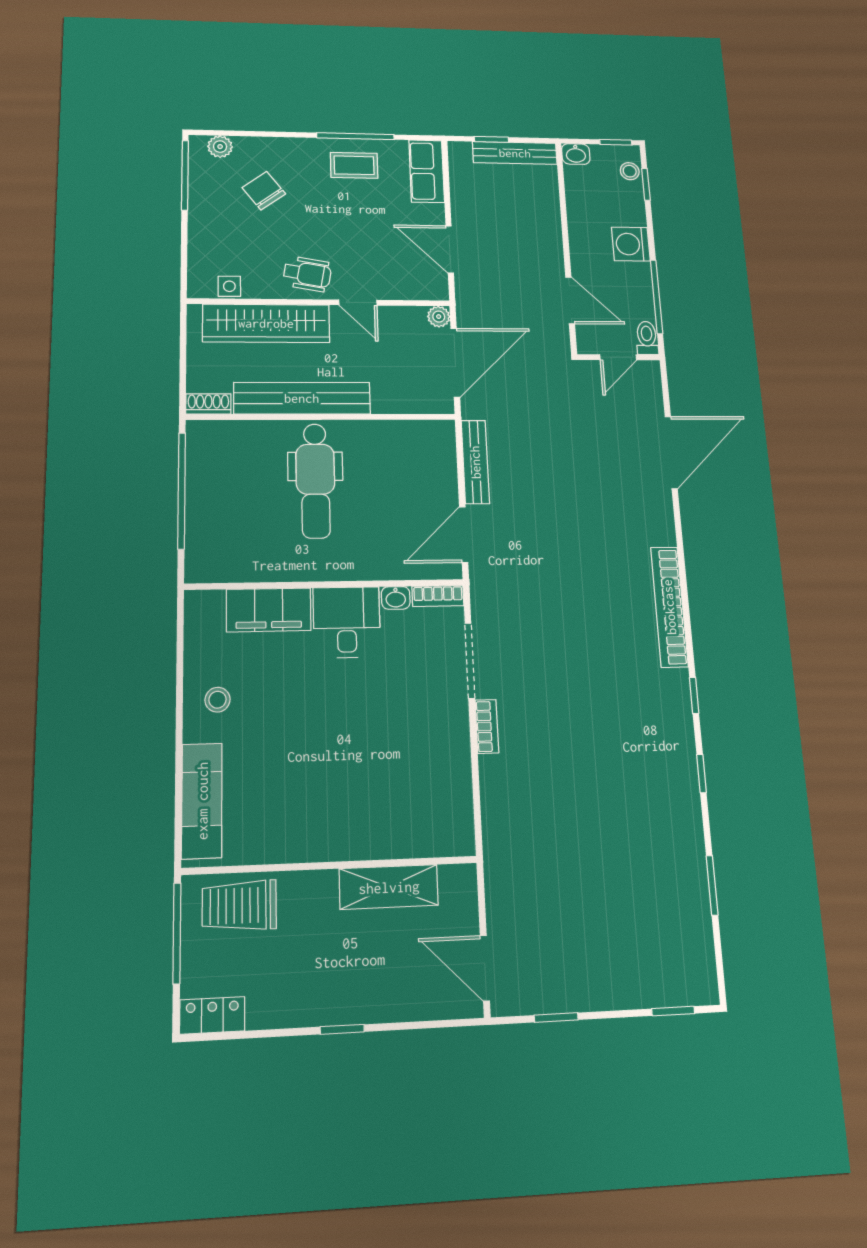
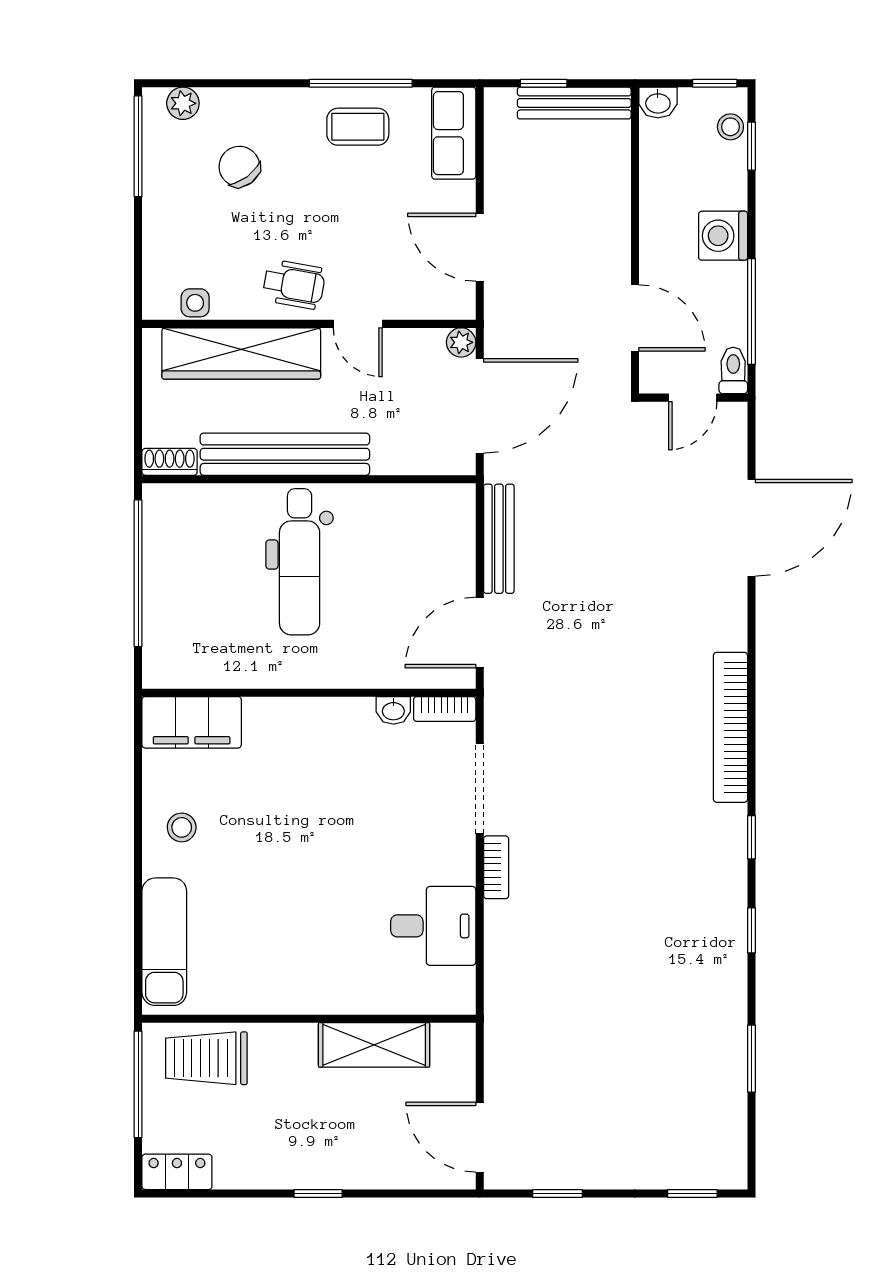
filing cabinet: (269, 610) -> (192, 722), moved
desk: (347, 622) -> (433, 926), moved, turned 90

